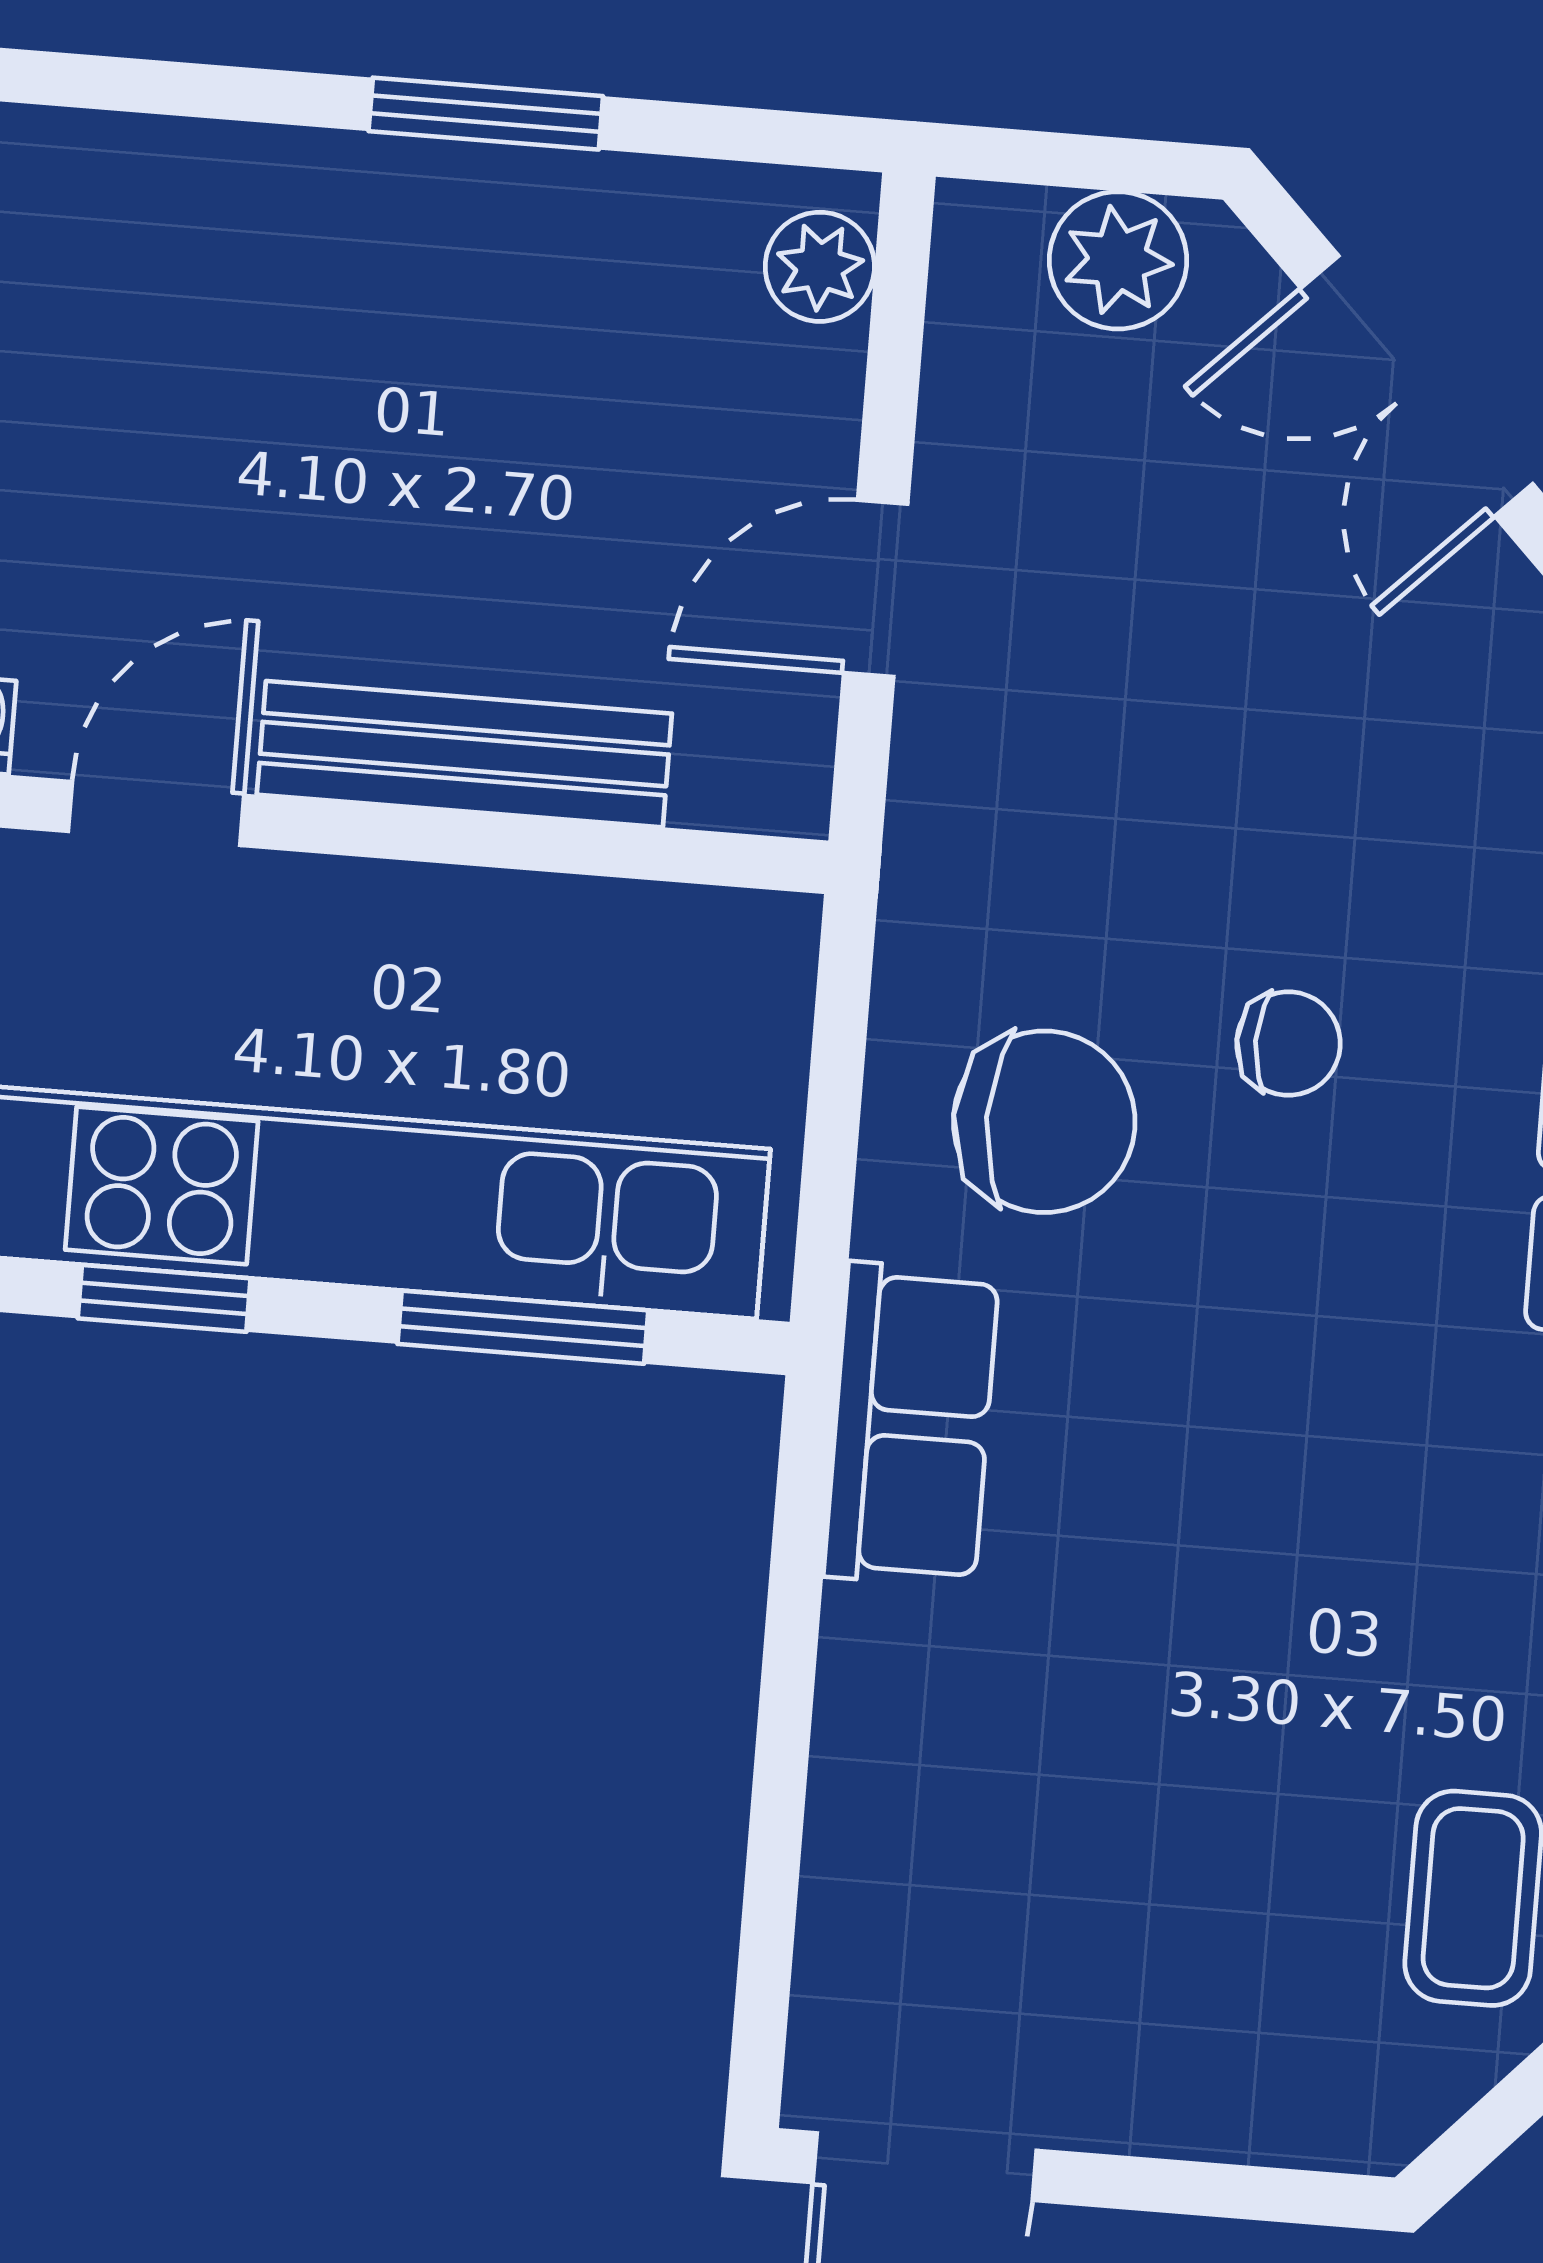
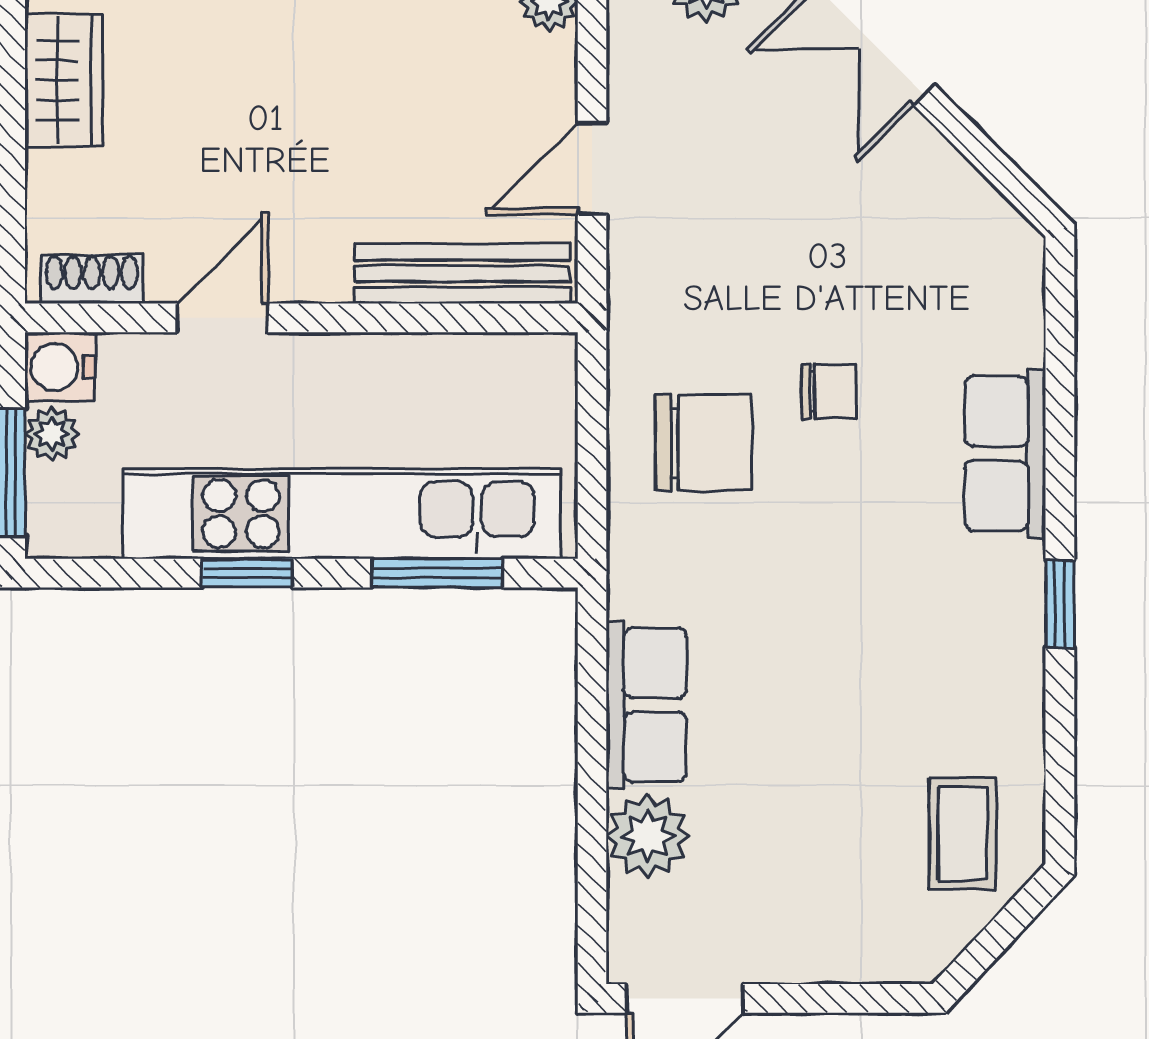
bench: (464, 754) -> (463, 274), moved
row of seats: (911, 1425) -> (646, 705), moved
plant: (880, 1855) -> (648, 836), added

